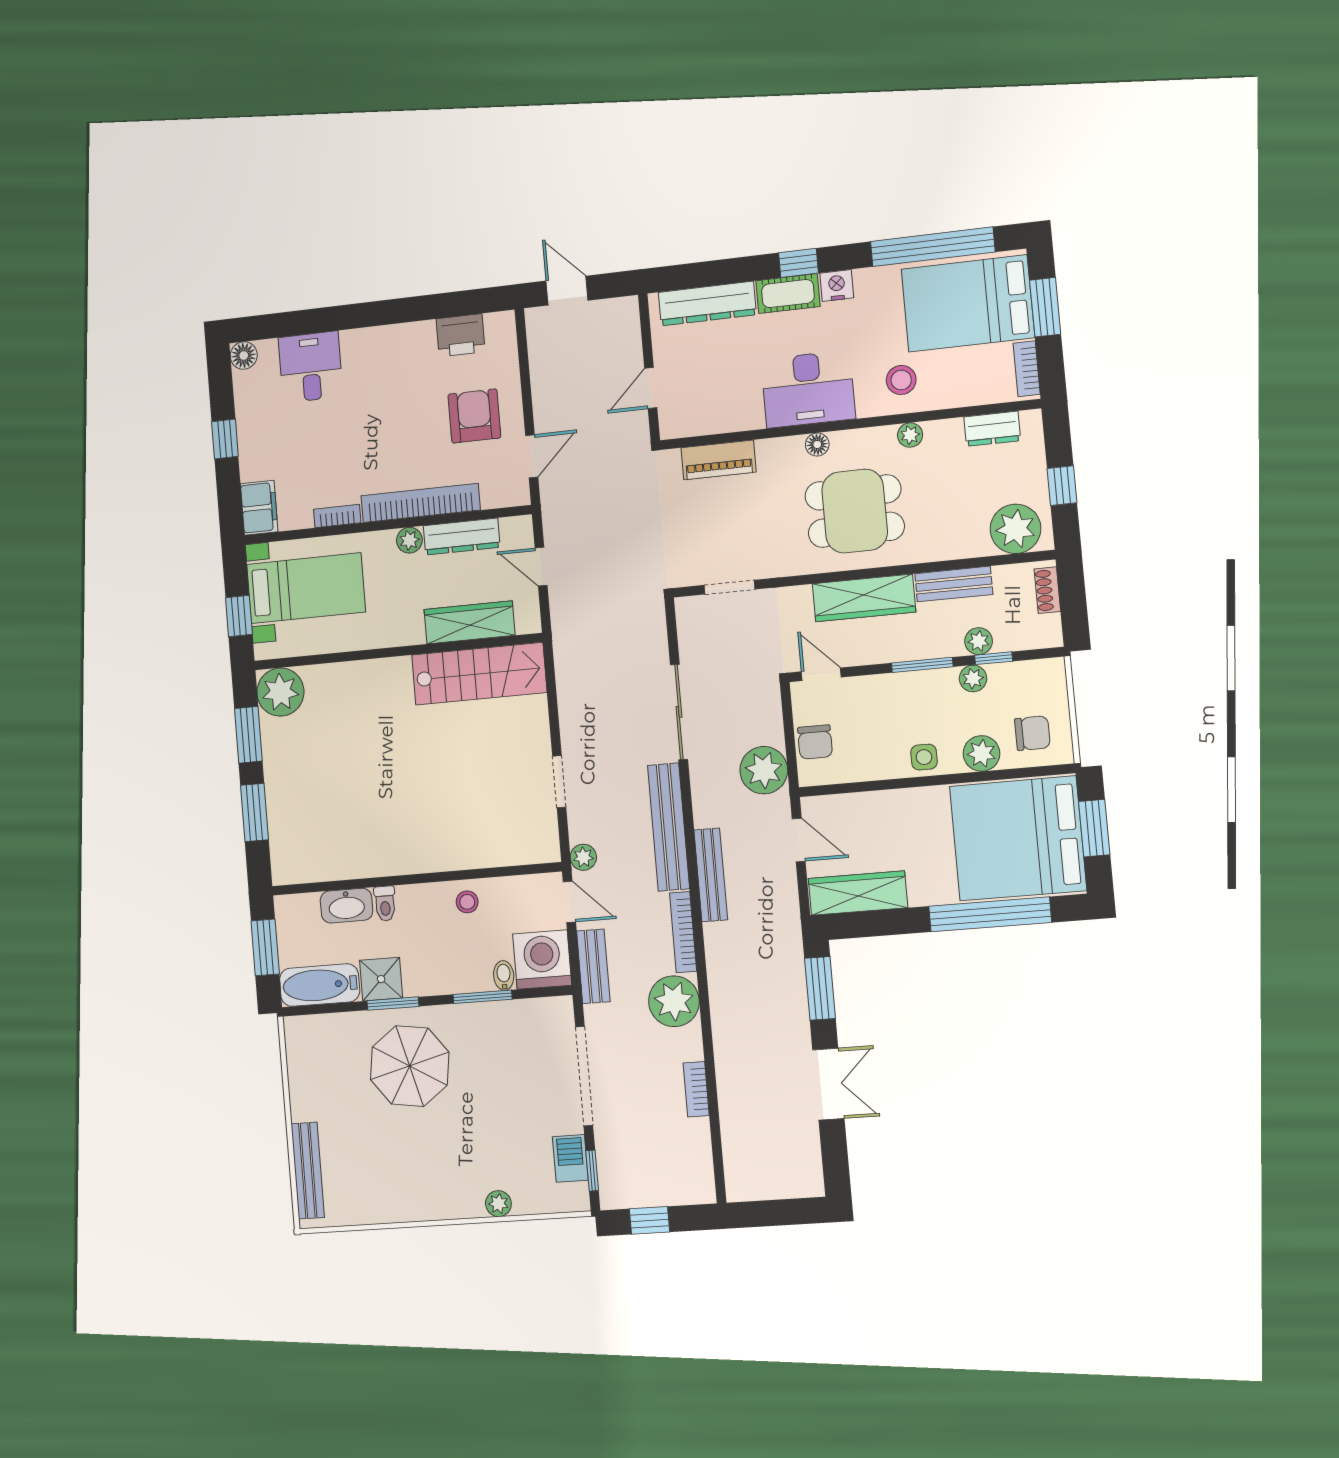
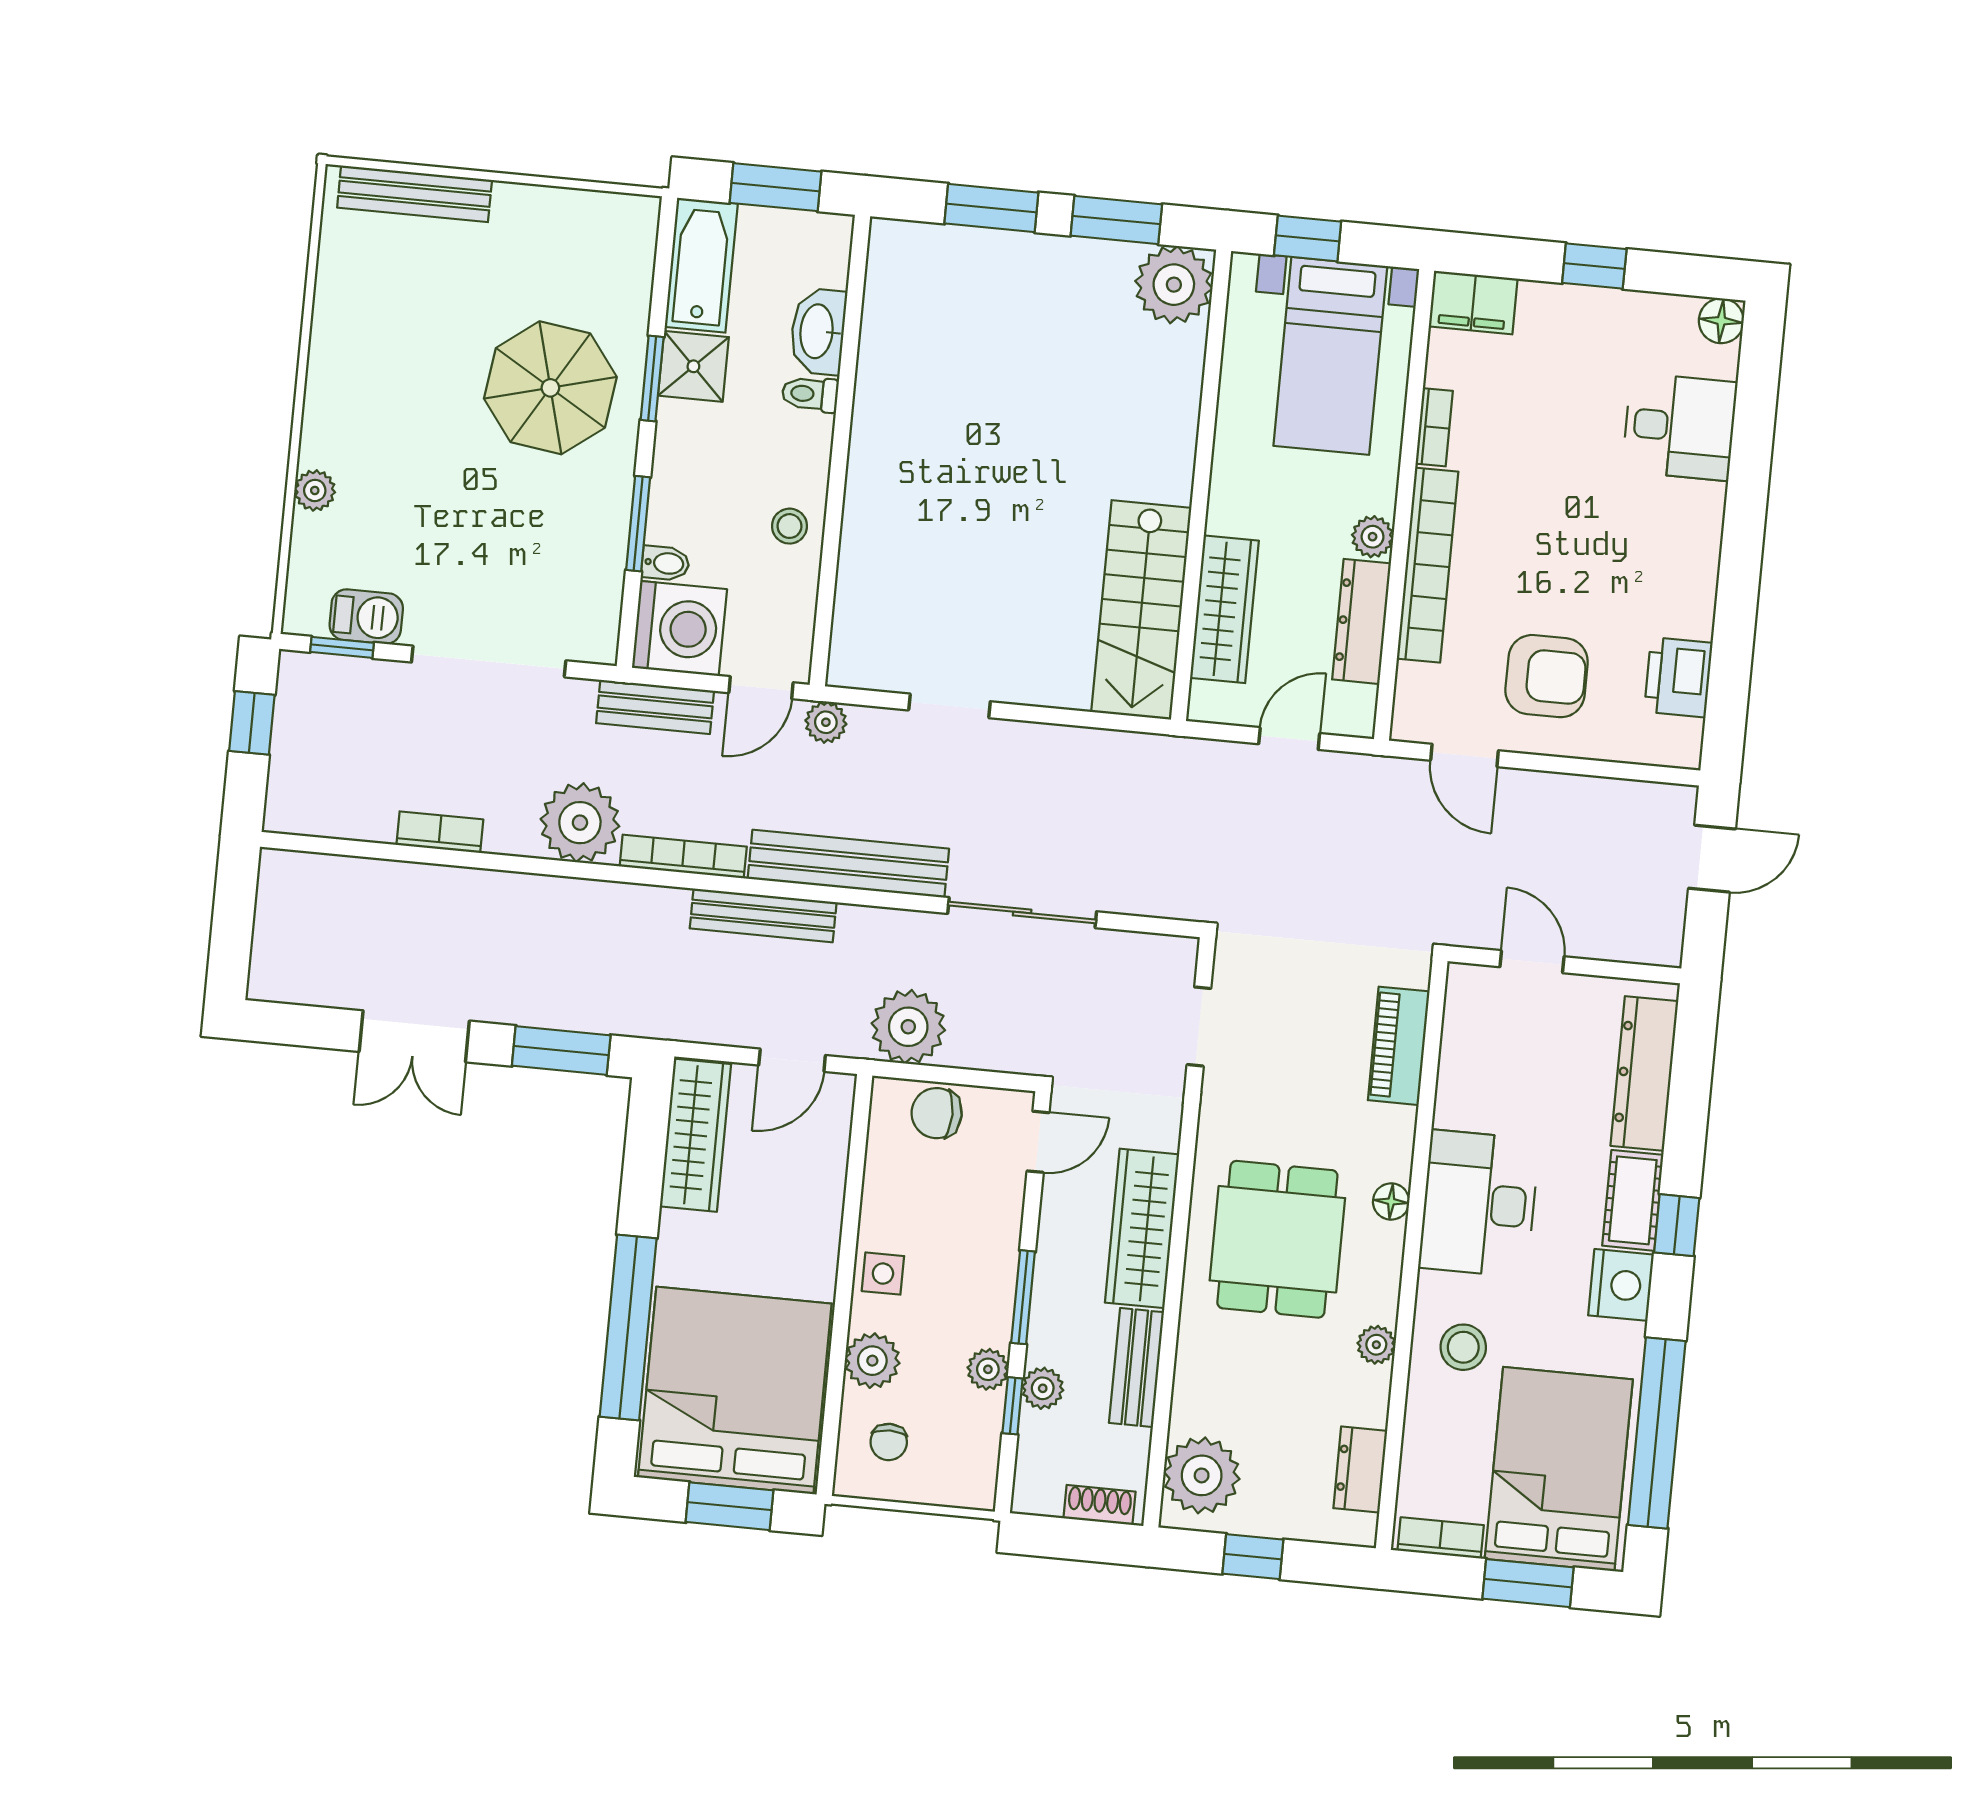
nightstand: (837, 285) -> (1621, 1285), width x1.36, depth x1.33
chair: (1032, 733) -> (889, 1442), width x0.73, depth x0.73

